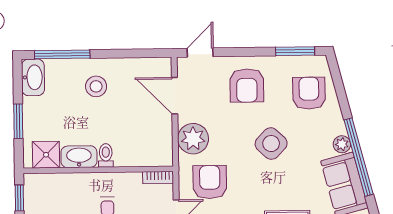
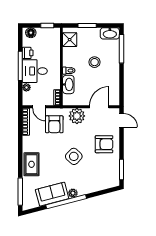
stool: (96, 86) -> (95, 62), moved
armchair: (247, 86) -> (104, 144), turned 180
armchair: (309, 93) -> (100, 176), removed
washbasin: (79, 157) -> (68, 84), moved
armchair: (210, 182) -> (54, 124), turned 90

